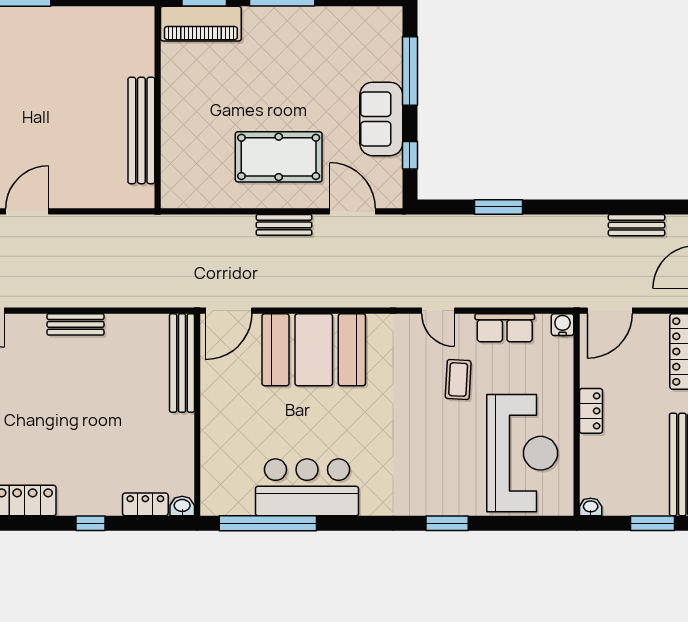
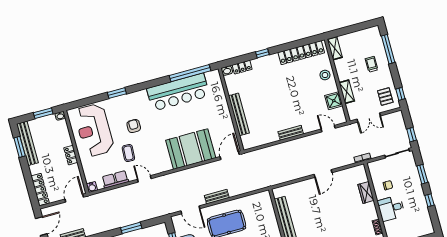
bench: (182, 363) -> (239, 114), moved
armchair: (429, 438) -> (134, 126), added
bar counter: (307, 487) -> (178, 92), width x1.36
window: (652, 523) -> (43, 113), moved

